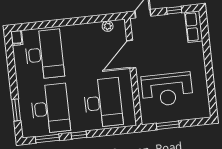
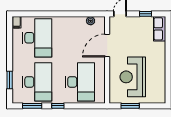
reception desk: (167, 89) -> (133, 77), turned 90

